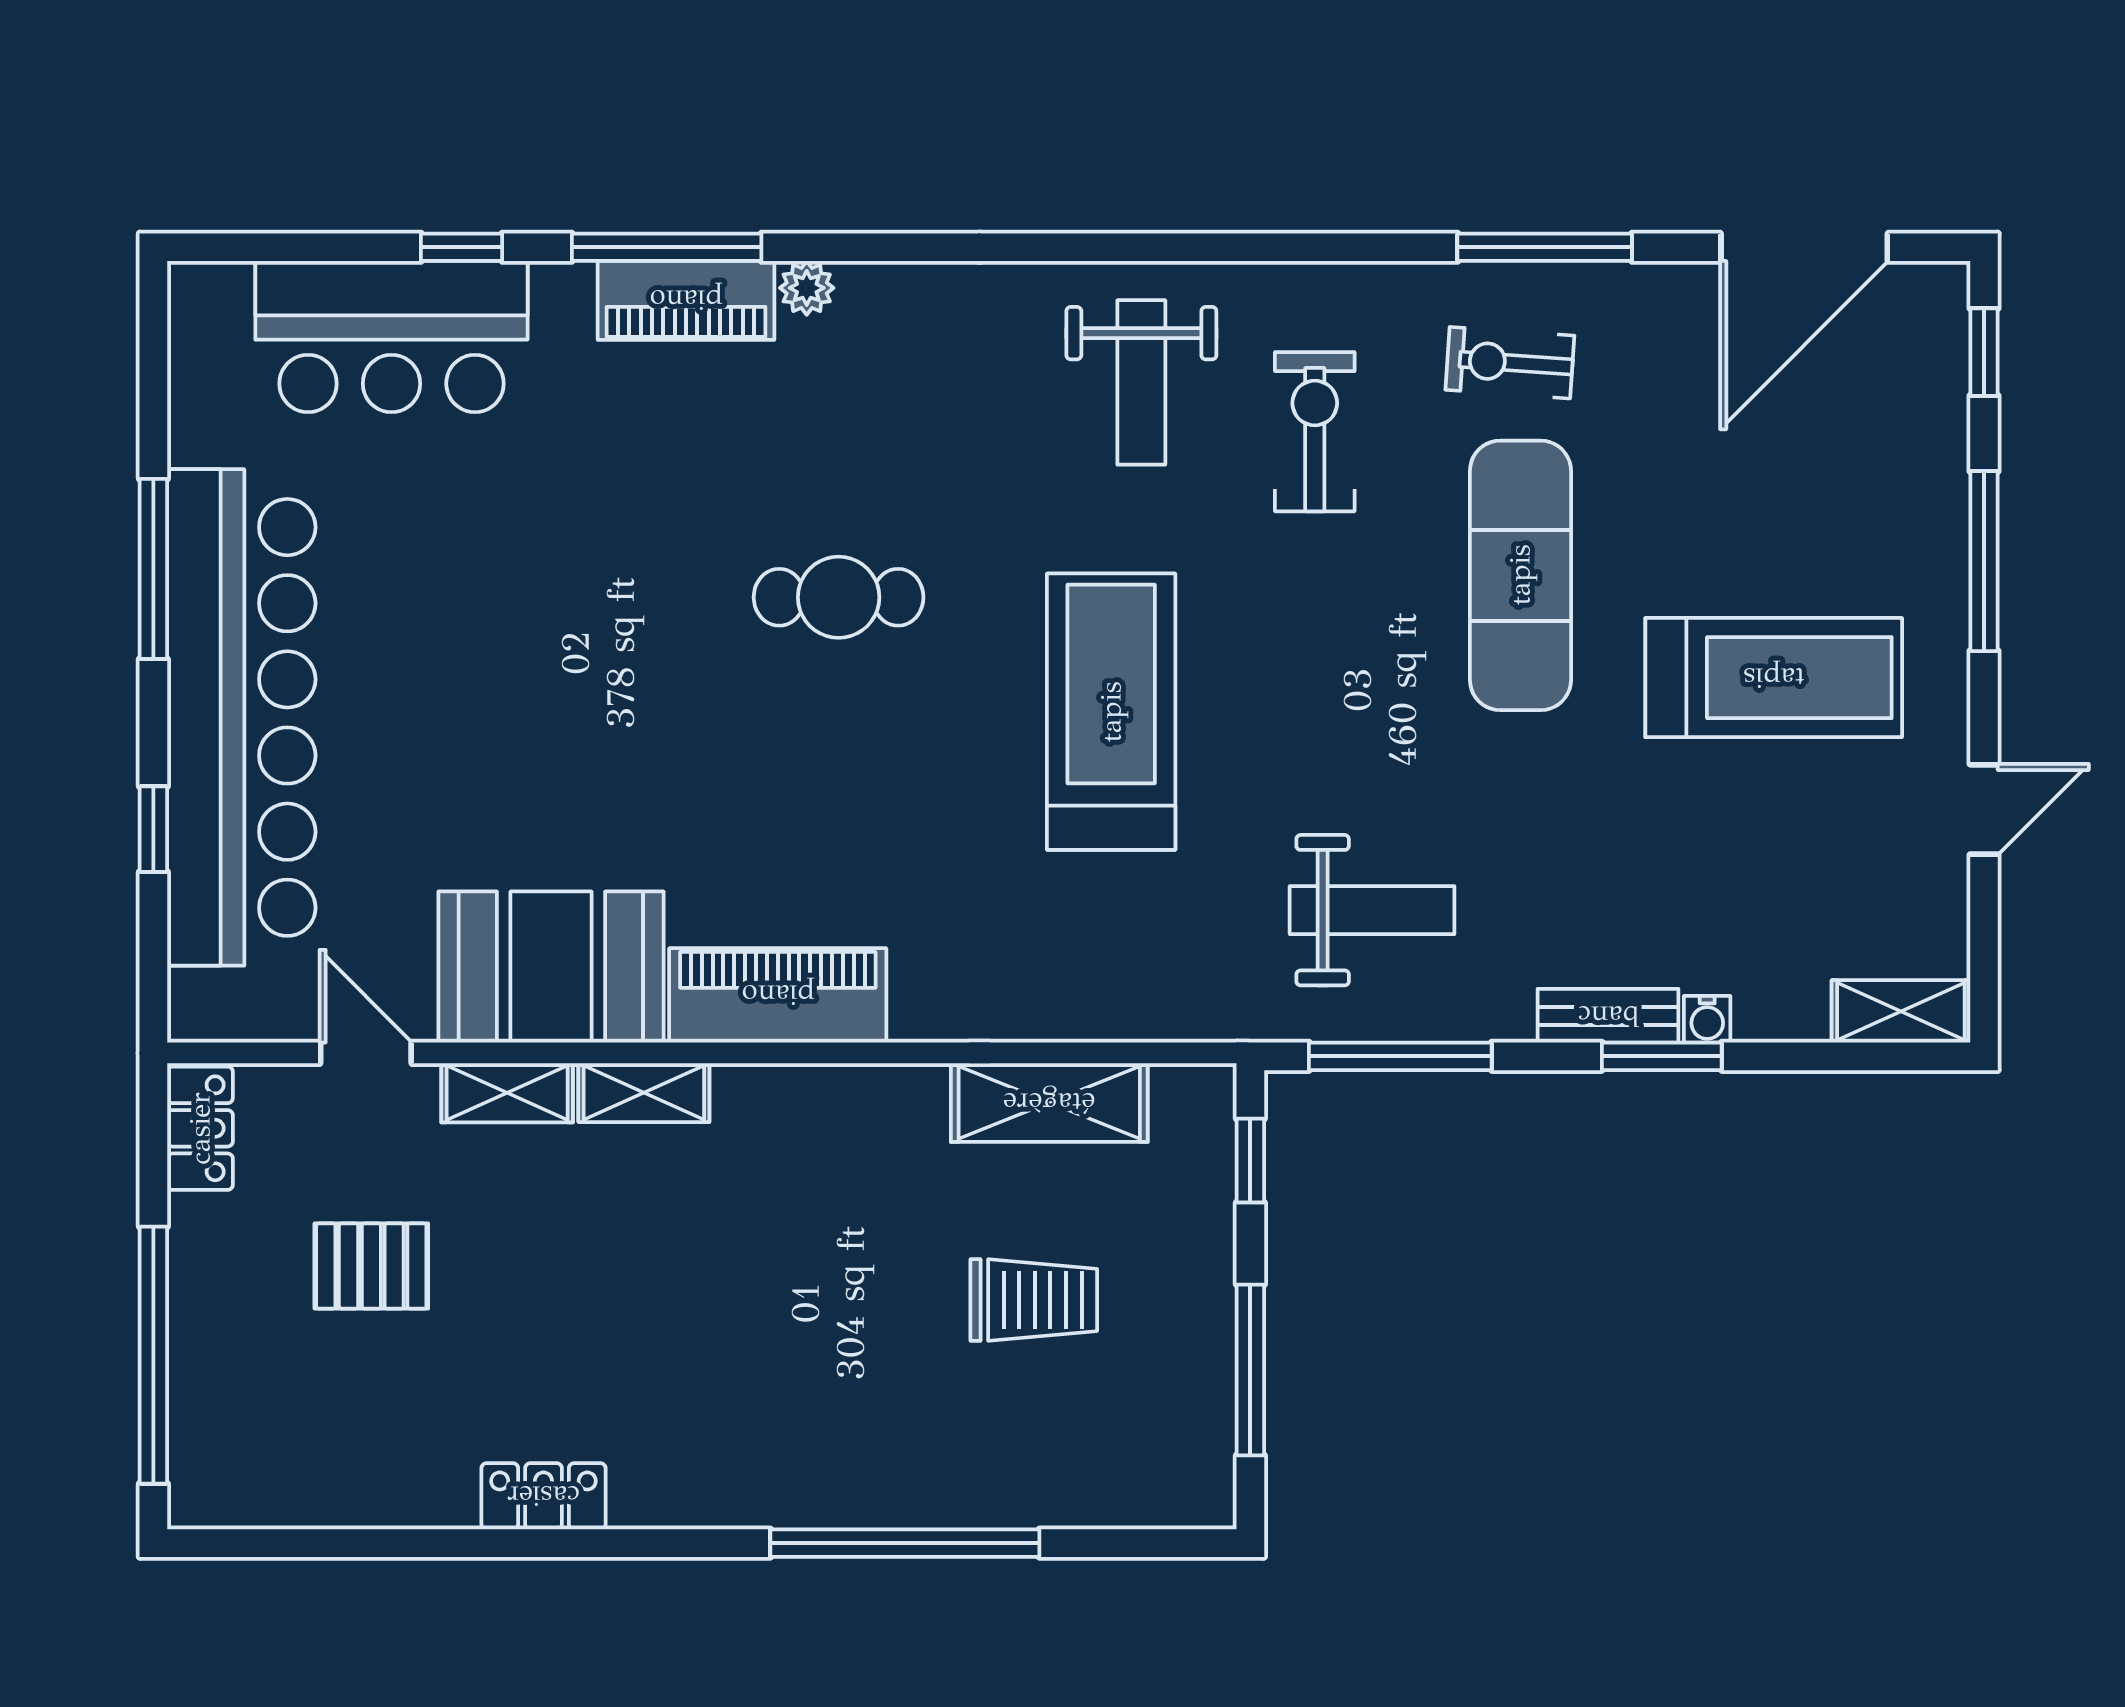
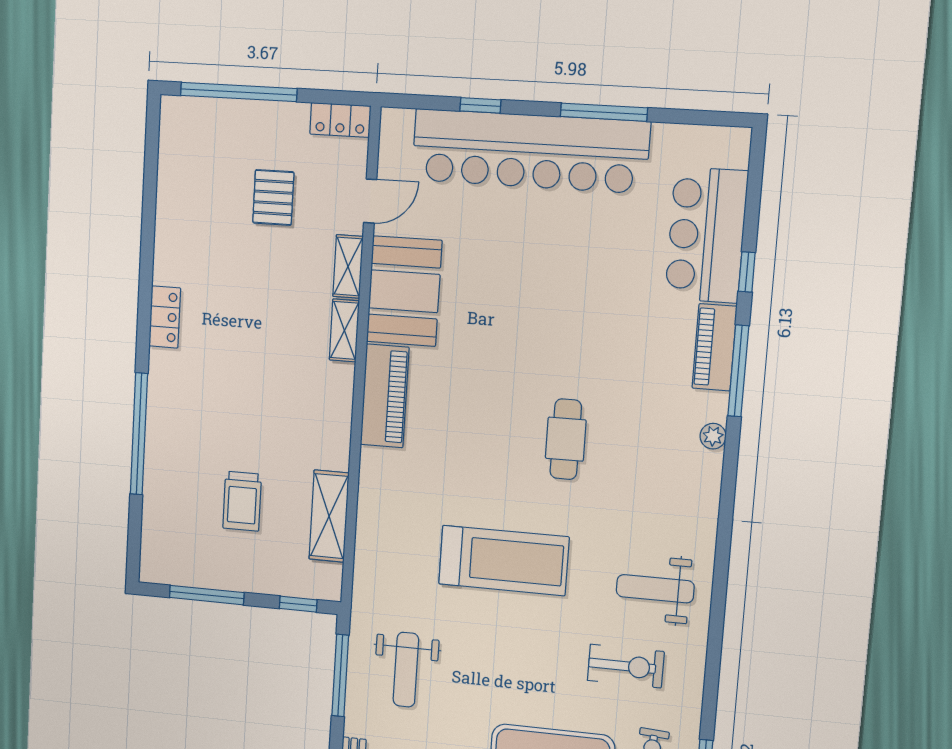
piano: (686, 300) -> (714, 347), moved
locker: (543, 1496) -> (165, 317), moved

